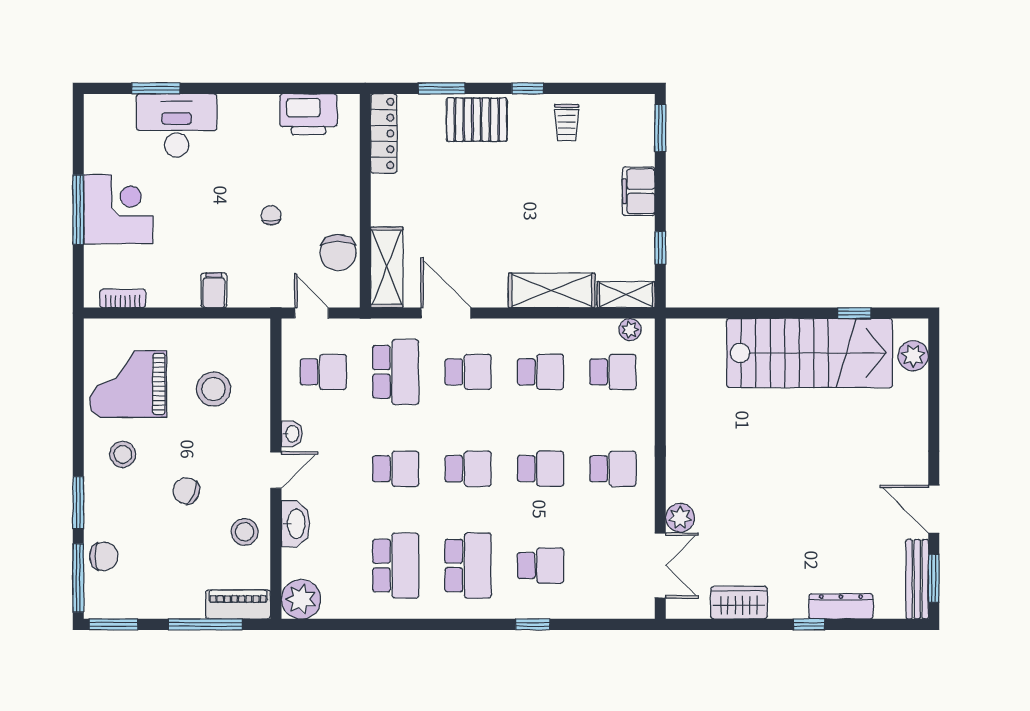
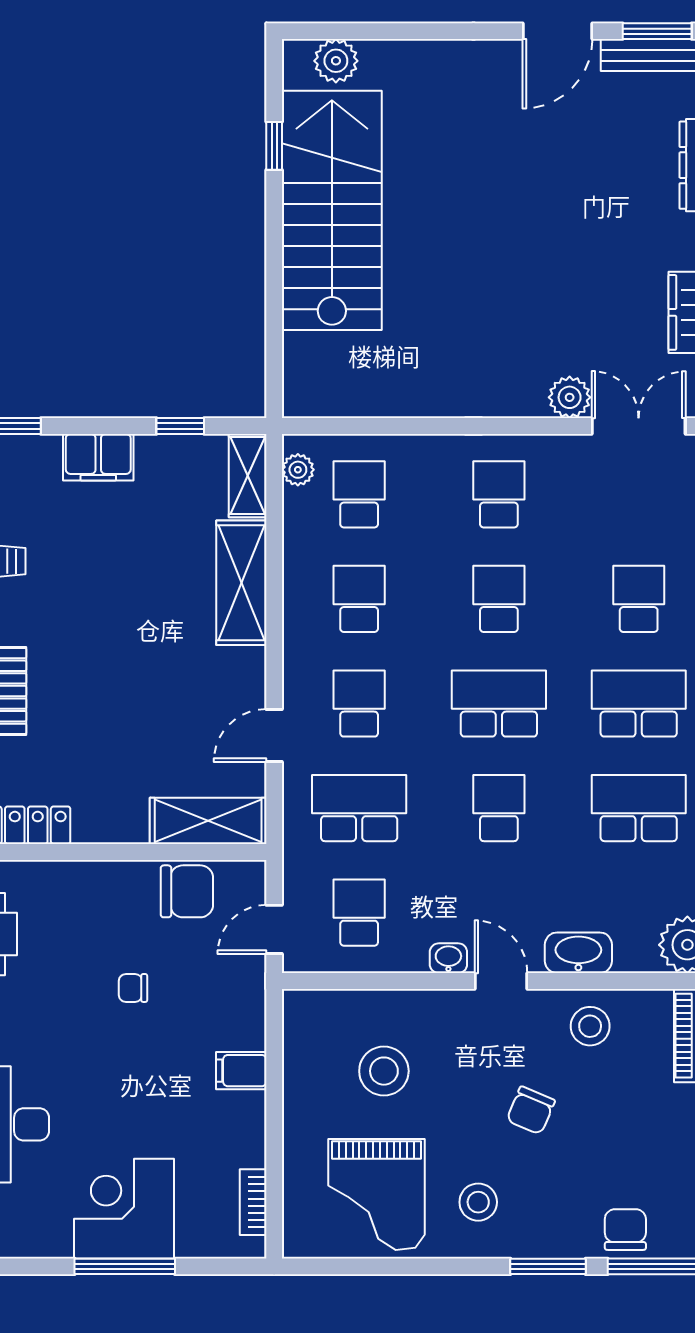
door: (446, 313) -> (274, 736), width x0.73
school desk: (468, 469) -> (499, 703), width x1.85

